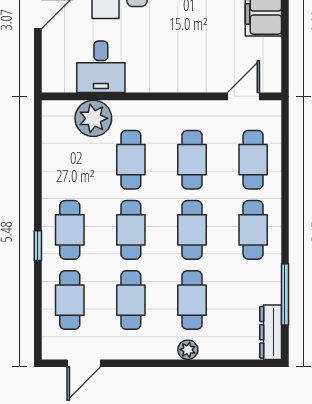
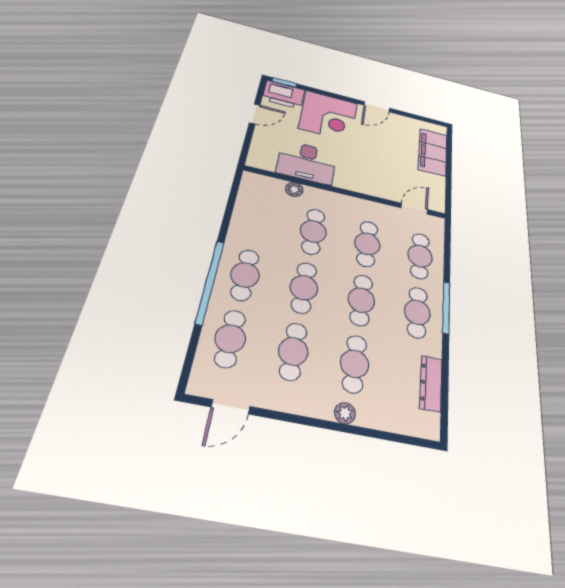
desk: (101, 67) -> (307, 162), width x1.37
plant: (93, 118) -> (294, 189), width x0.53, depth x0.53
window: (38, 246) -> (210, 282), width x3.17
window: (285, 294) -> (446, 307), moved
dresser: (271, 332) -> (431, 383), moved

